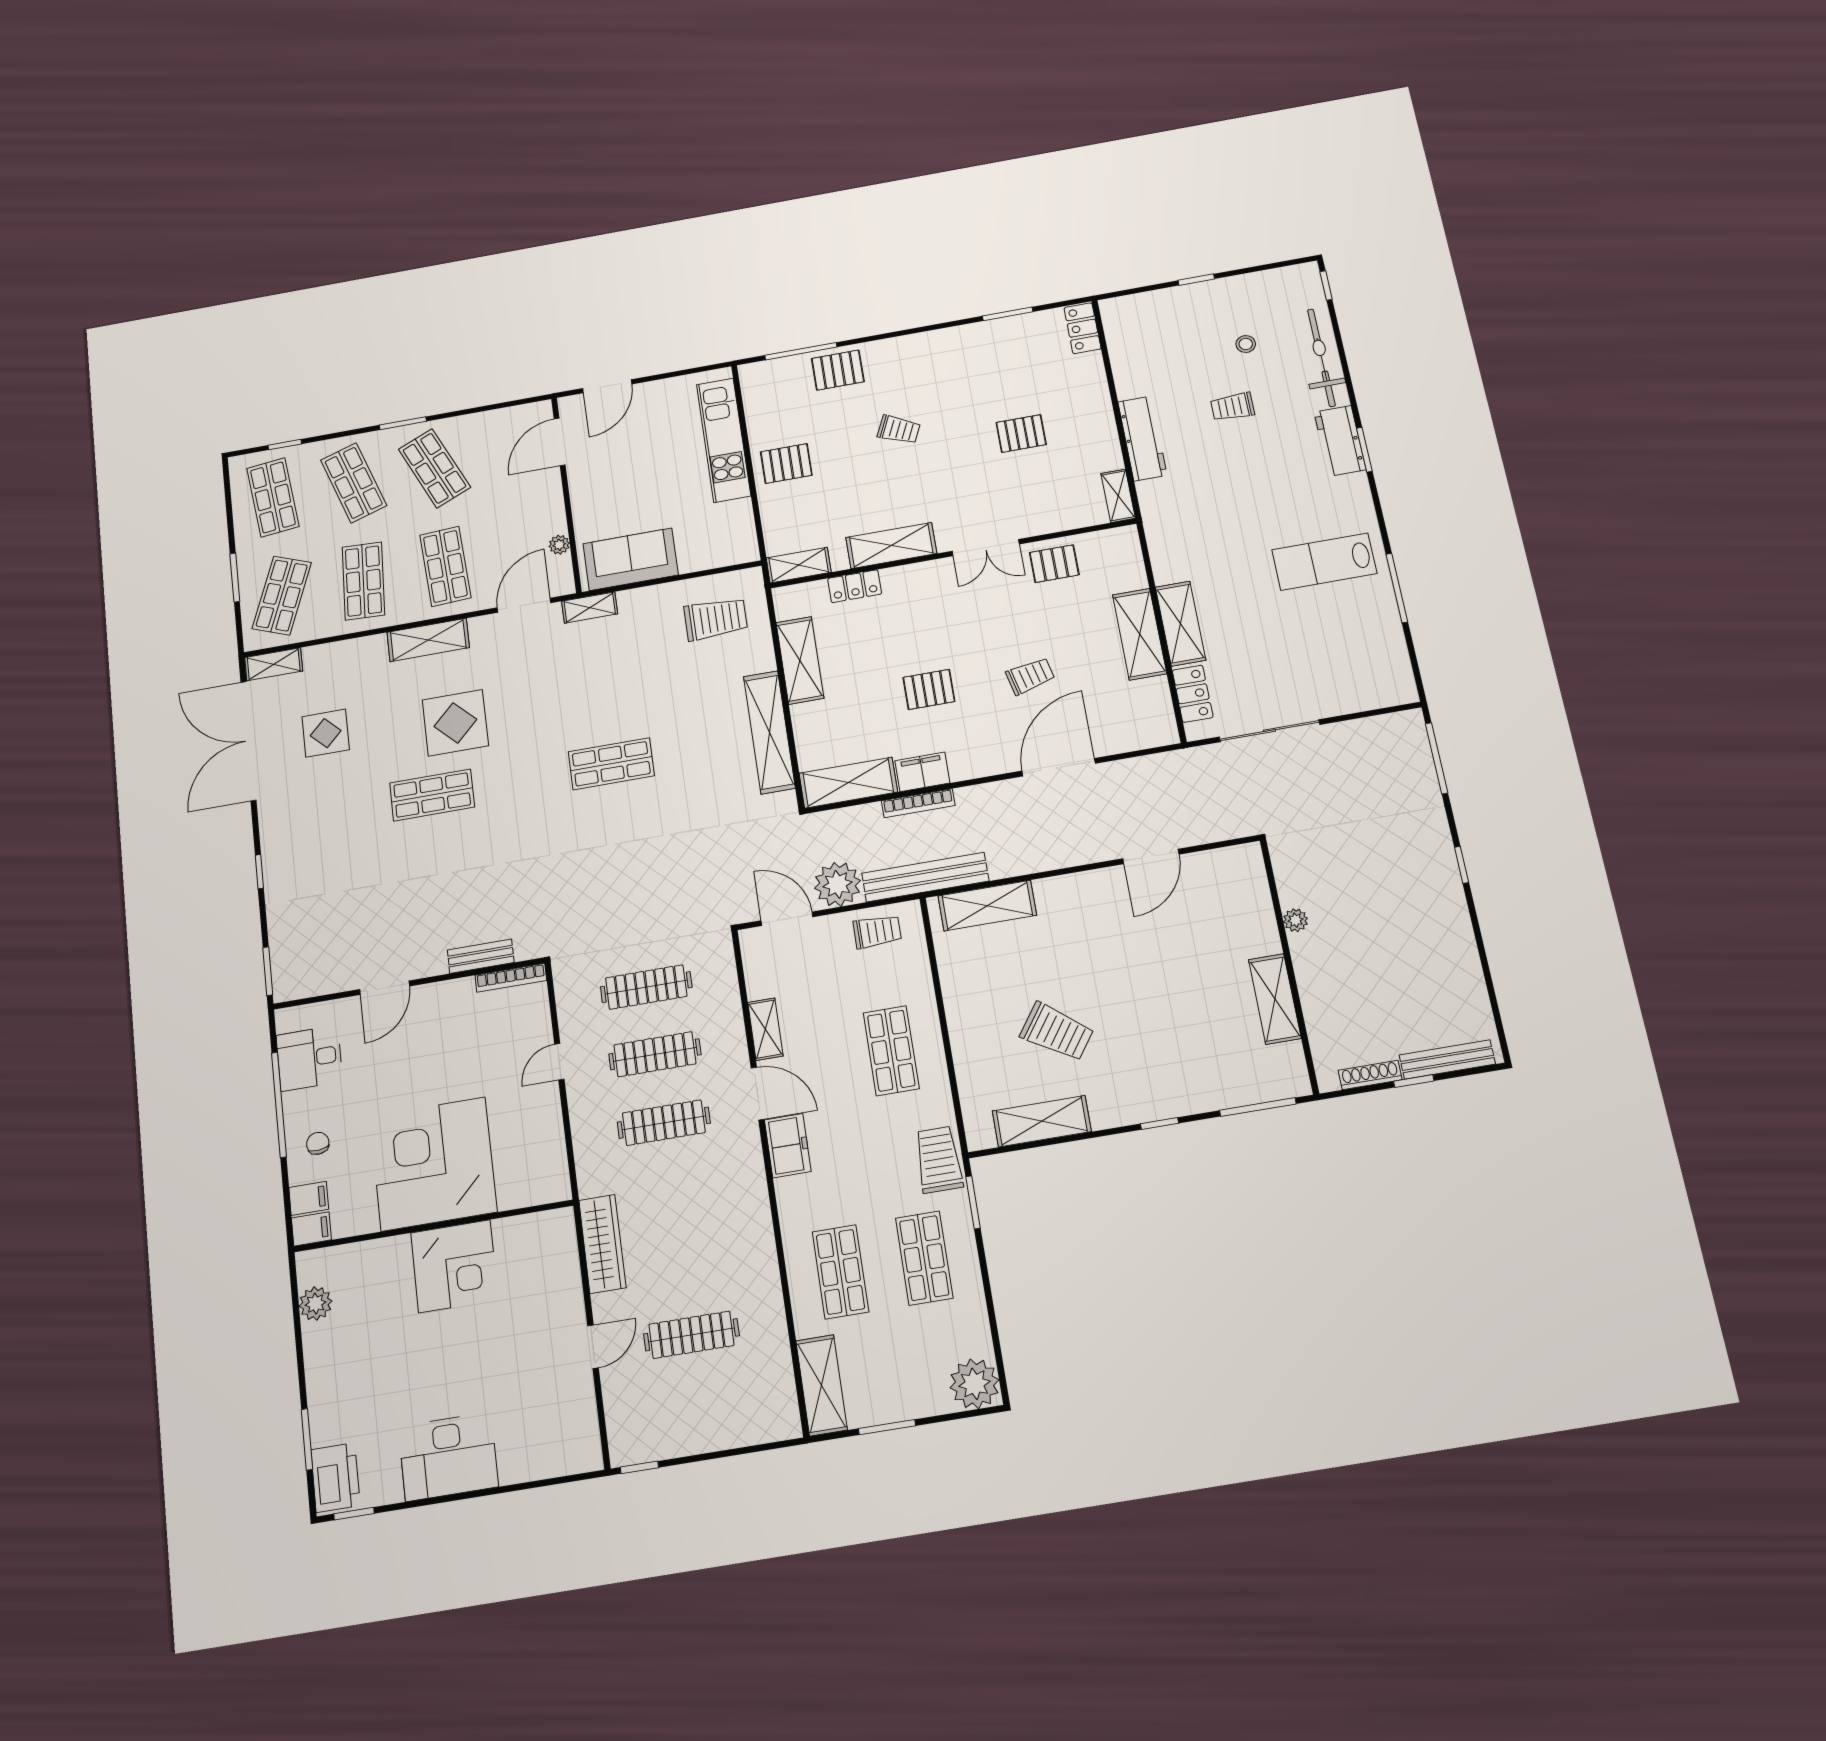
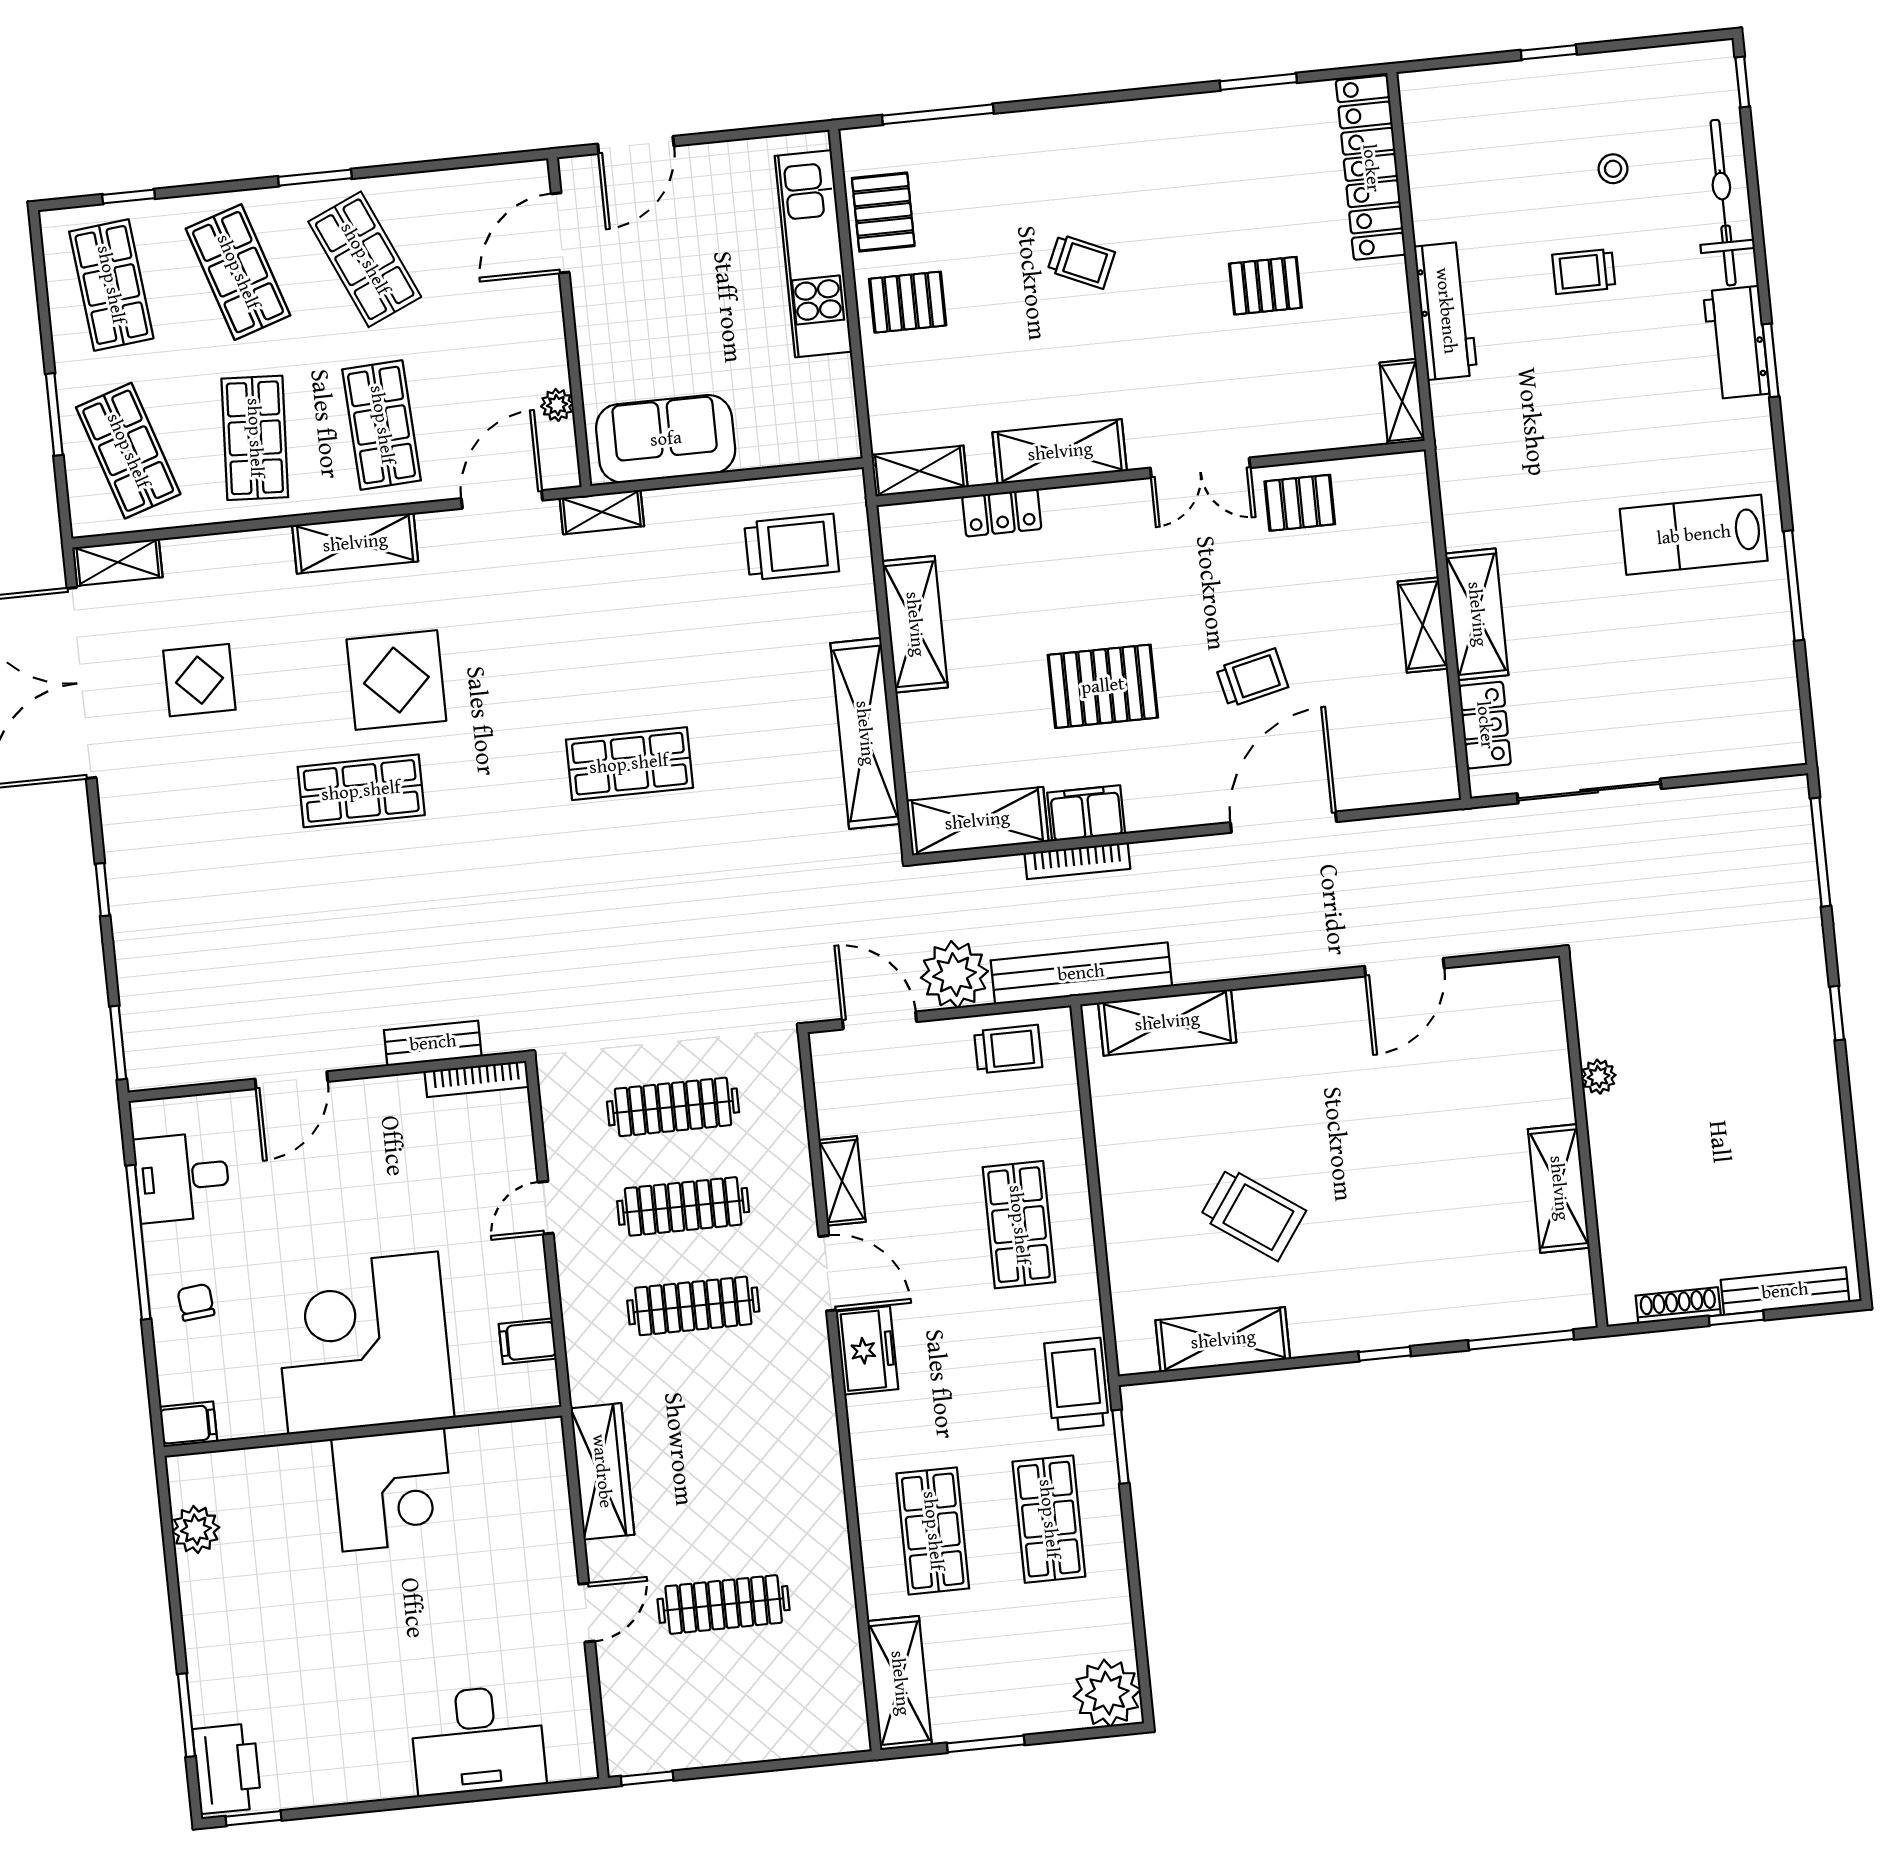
locker: (1082, 328) -> (1371, 168), width x2.16, depth x1.21
pallet: (838, 370) -> (883, 212), moved, turned 90
shop shelf: (282, 596) -> (128, 451), turned -39
shelving: (1140, 634) -> (1423, 625), width x0.67, depth x0.75
pallet: (929, 689) -> (1103, 686), width x1.50, depth x1.42
filing cabinet: (309, 1198) -> (528, 1341), moved, turned 180
desk: (448, 1457) -> (478, 1740), moved

